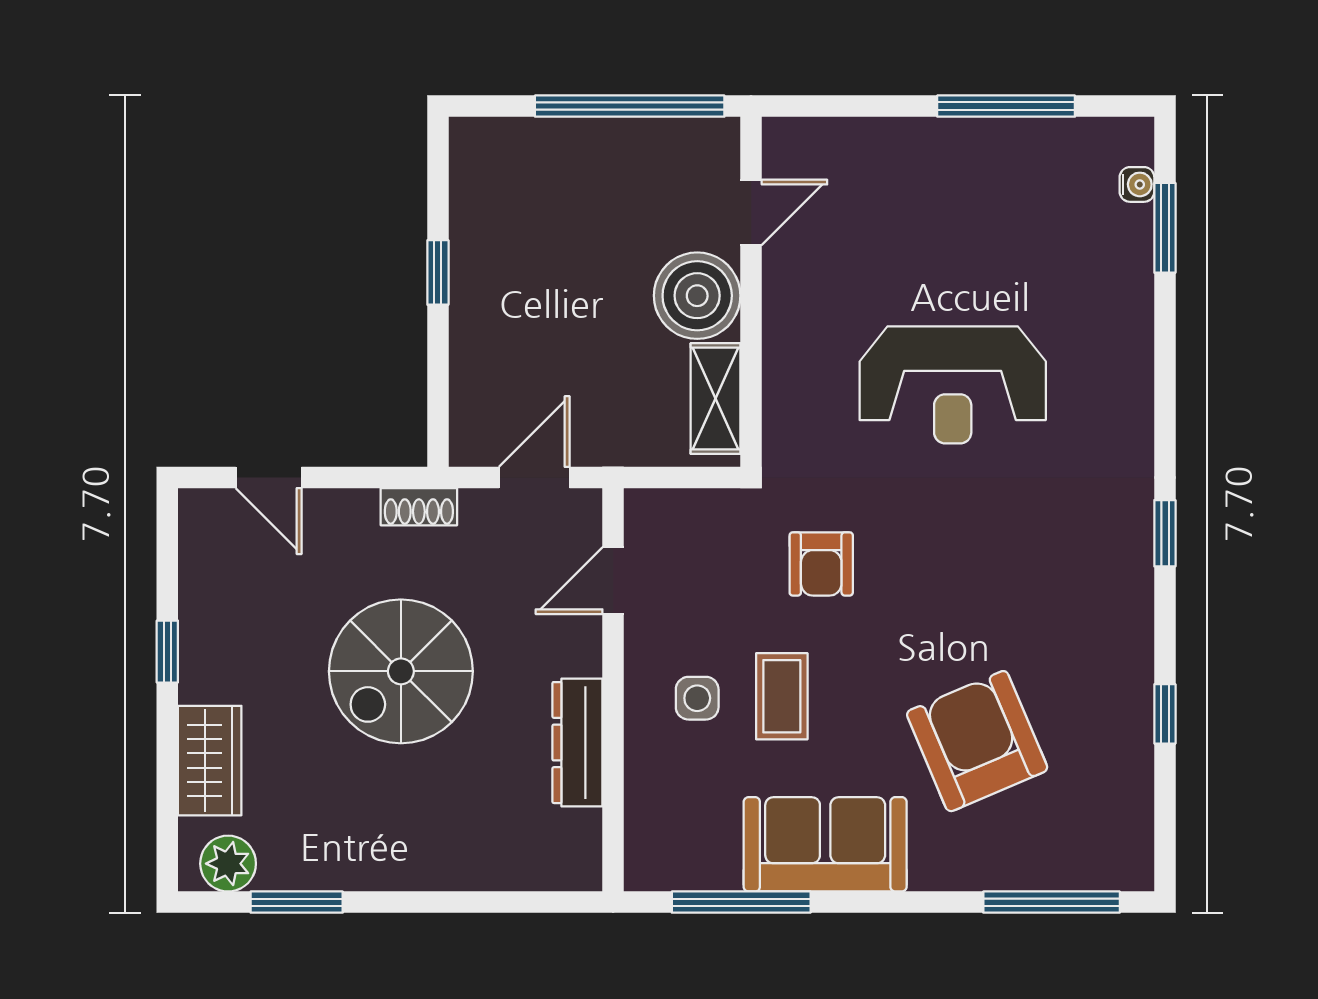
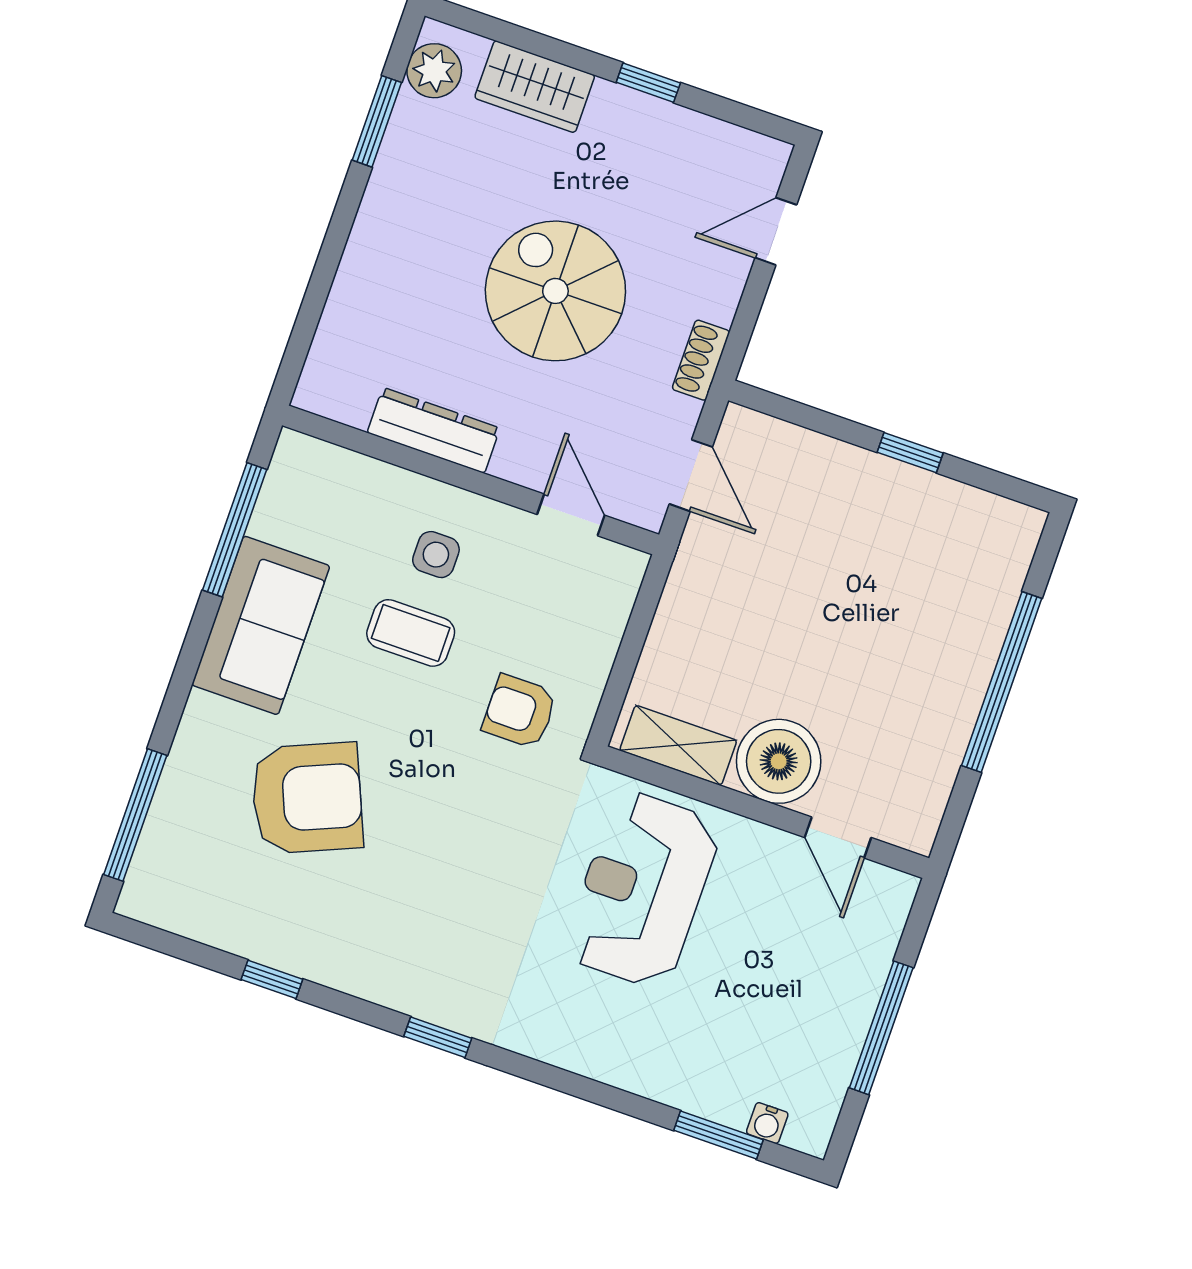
door: (751, 212) -> (838, 838), moved
wall: (751, 292) -> (765, 812), moved
boiler: (697, 296) -> (779, 761), moved
shelving: (716, 399) -> (678, 745), moved

